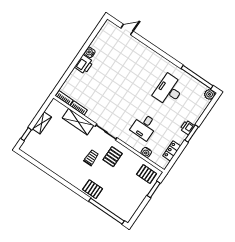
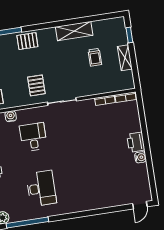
door: (127, 30) -> (140, 205), moved
shelving: (78, 122) -> (74, 31), moved
trolley: (91, 158) -> (95, 57), moved

